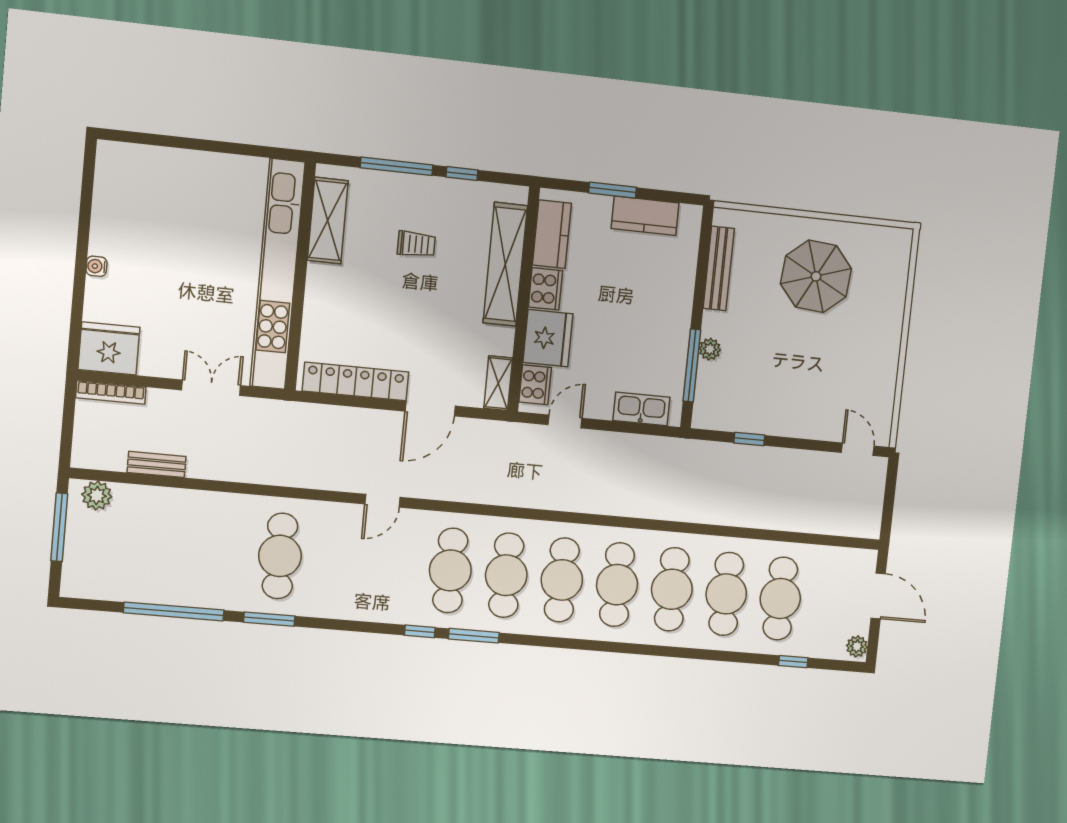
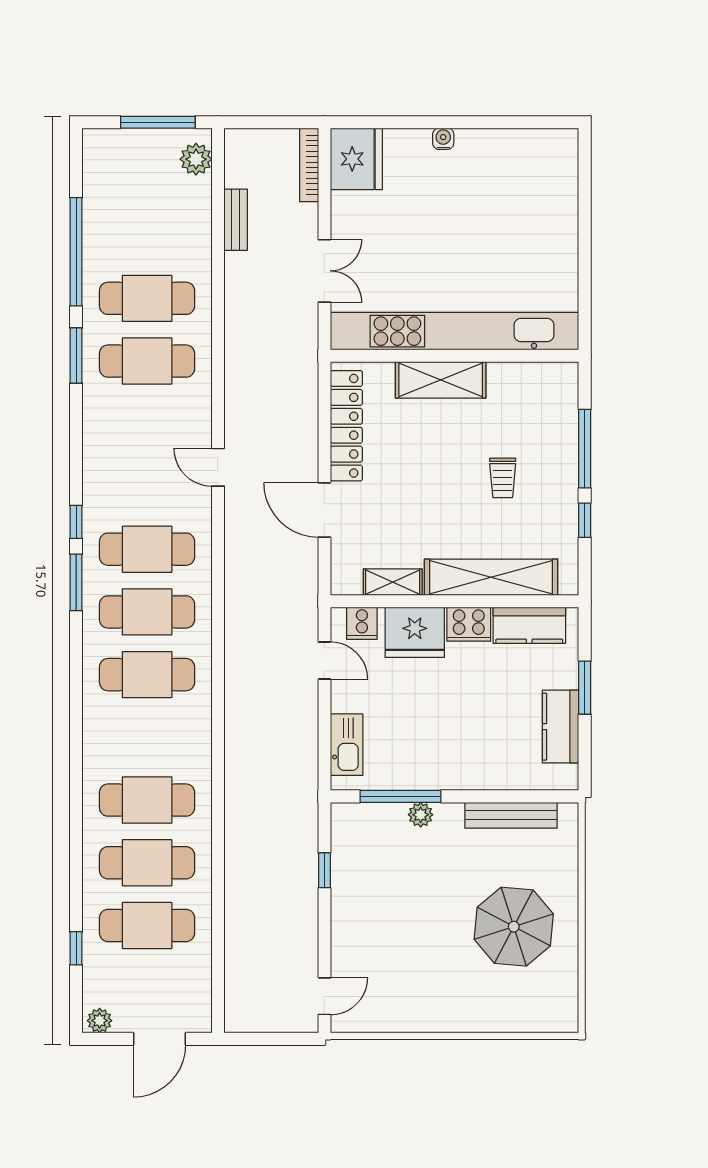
shelving: (328, 221) -> (441, 380), moved
shelving: (498, 383) -> (393, 582), moved
cooker: (535, 385) -> (362, 623), width x0.73
cafe table: (617, 585) -> (147, 298), moved

